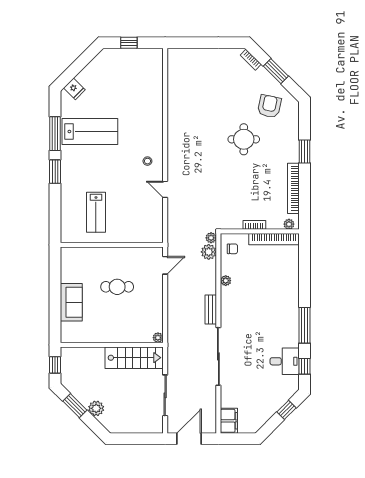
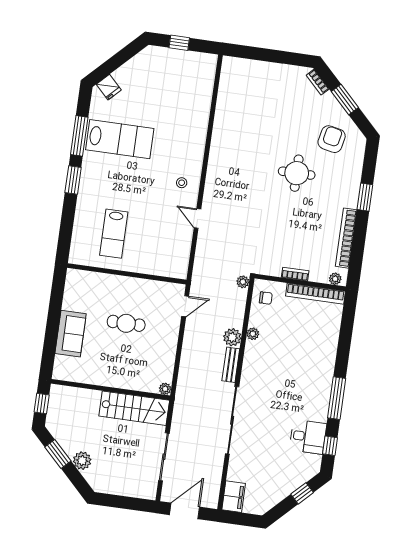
plant: (209, 252) -> (232, 337), moved

